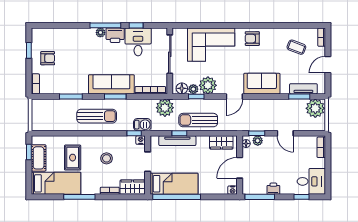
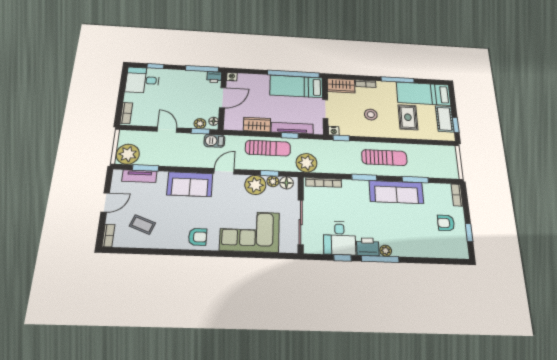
sofa: (111, 84) -> (396, 192), moved
sun lounger: (97, 116) -> (384, 158), turned 180
barbecue: (142, 125) -> (214, 141), moved
wardrobe: (221, 142) -> (257, 125), moved
printer: (273, 189) -> (214, 77), moved

